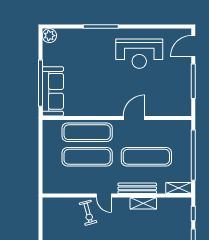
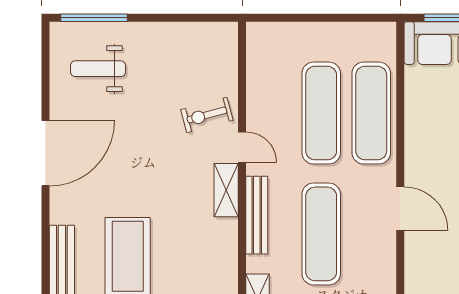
door: (104, 196) -> (242, 147), swing flipped
shelving: (143, 203) -> (226, 190), moved

